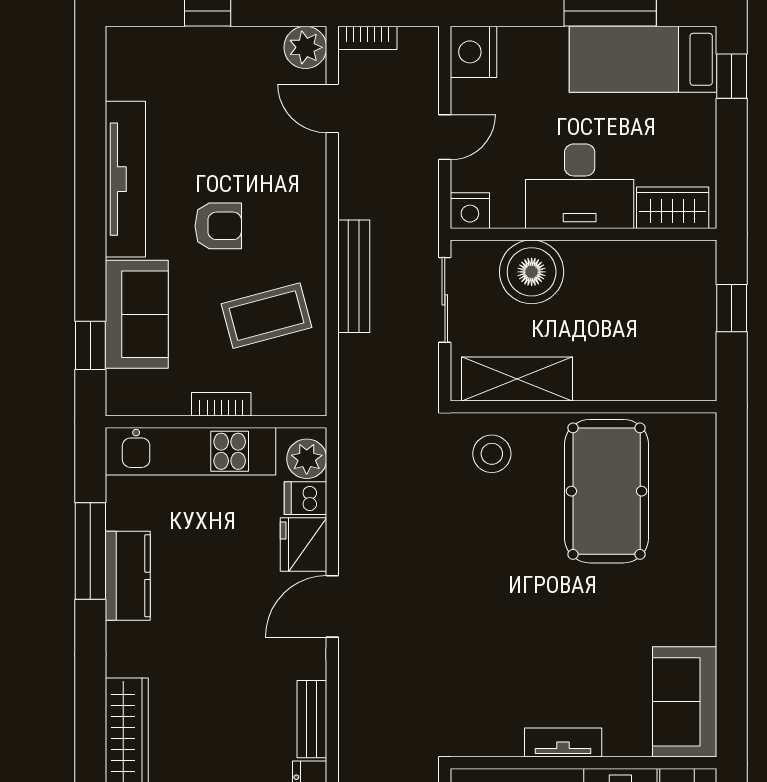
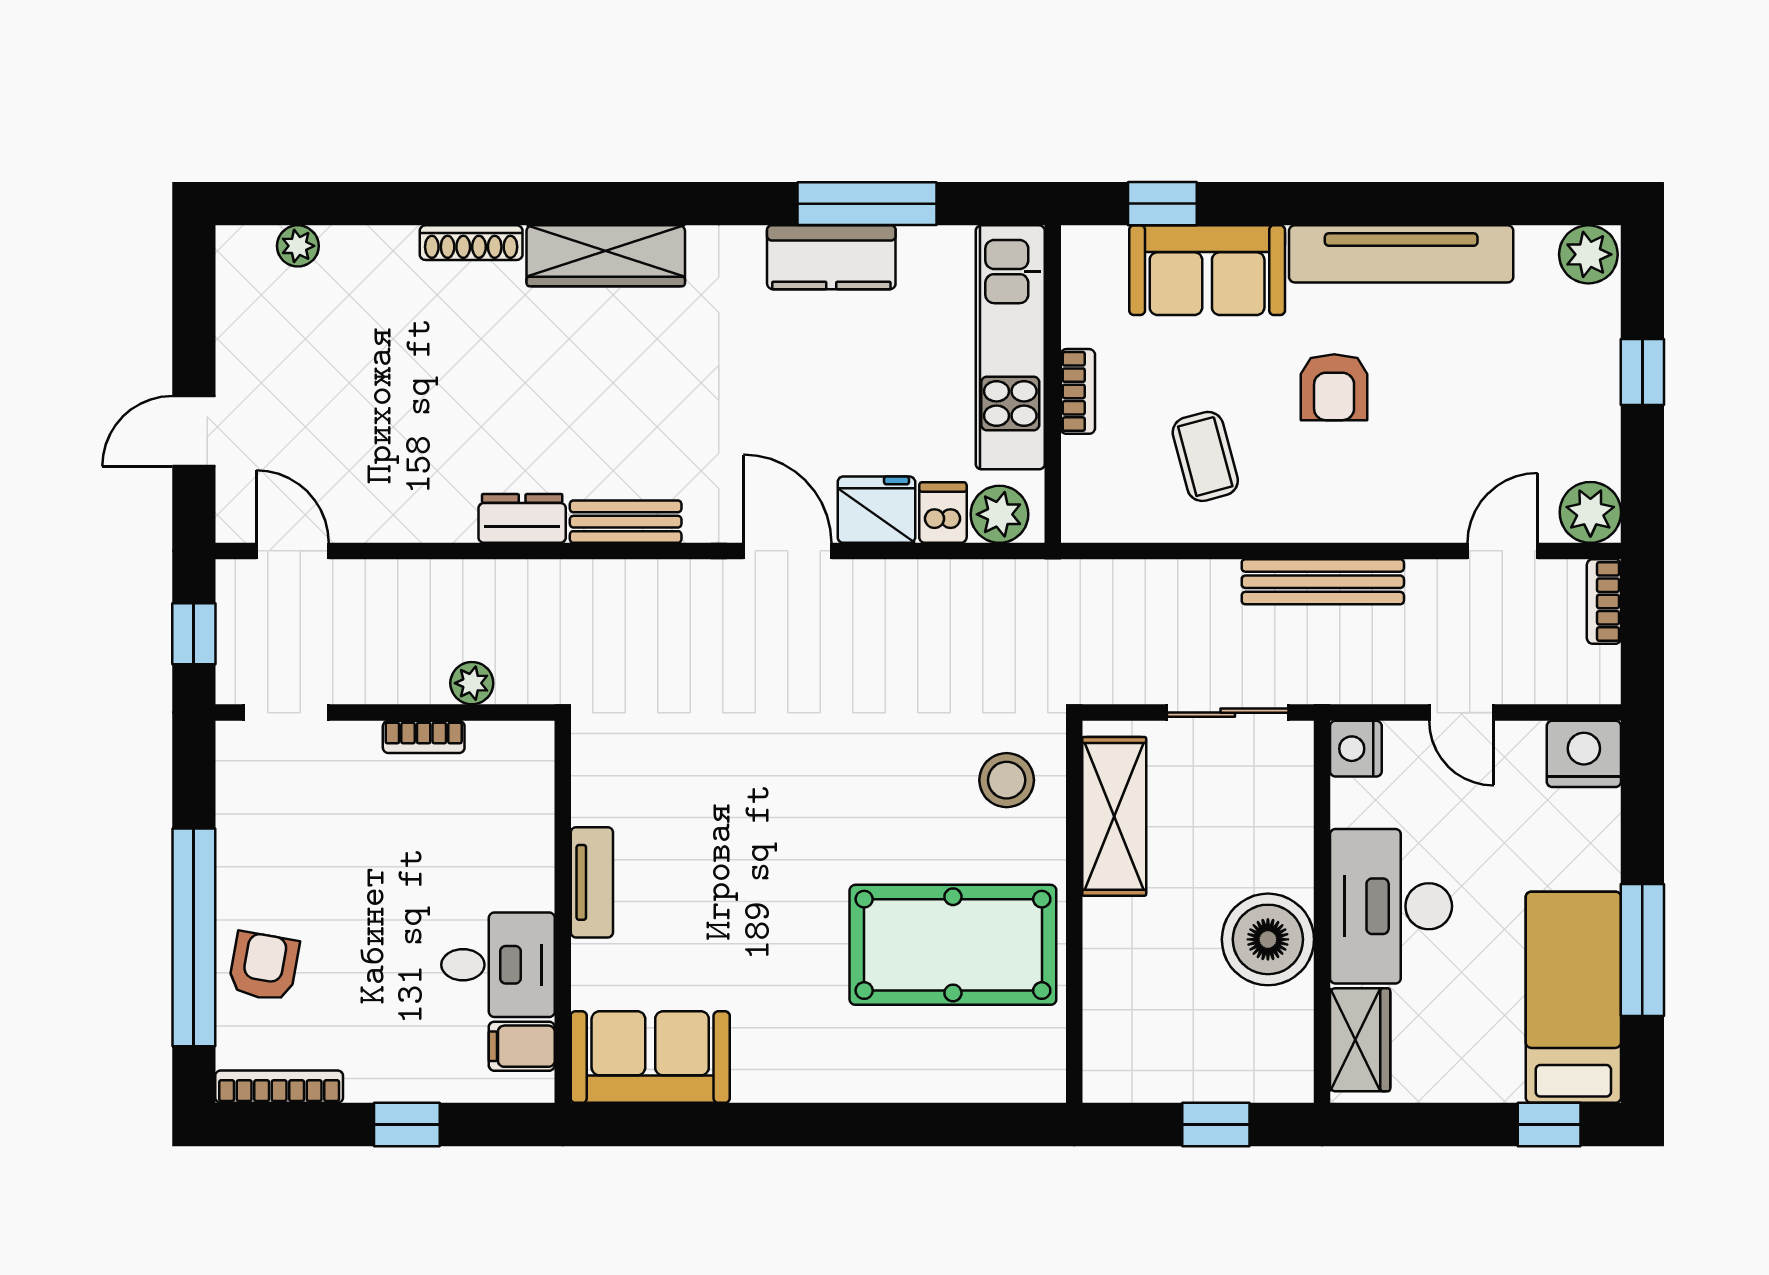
plant: (126, 49) -> (1588, 254), added
boiler: (532, 272) -> (1268, 939), moved
bench: (354, 276) -> (1323, 582), moved
coffee table: (266, 316) -> (1205, 456), width x0.73, depth x0.77

